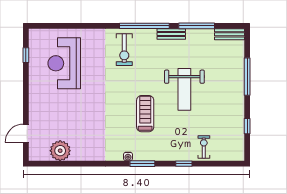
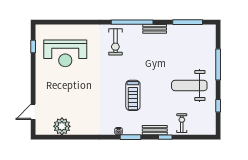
window: (197, 26) -> (188, 22), moved
bench: (230, 34) -> (155, 130), moved
reception desk: (64, 63) -> (65, 53), turned -90
weight bench: (184, 89) -> (189, 86), moved, turned 90
treadmill: (145, 114) -> (133, 95), turned 180

